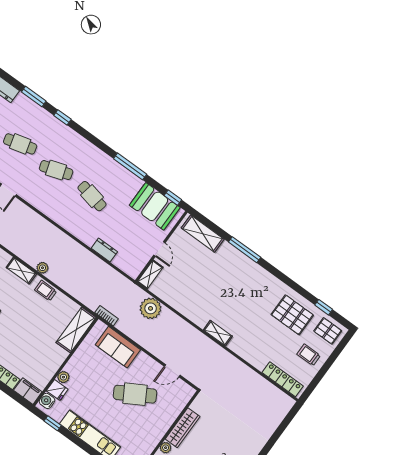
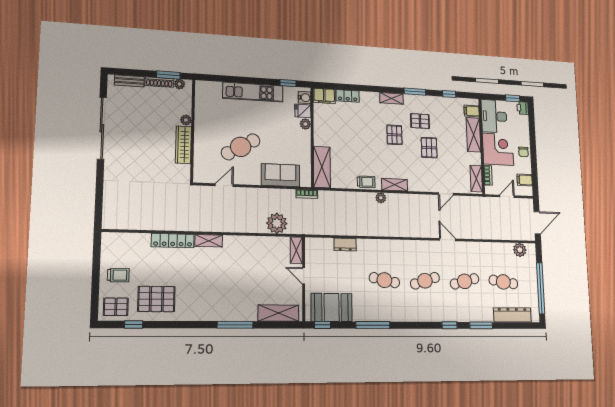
locker: (283, 379) -> (173, 241), moved

